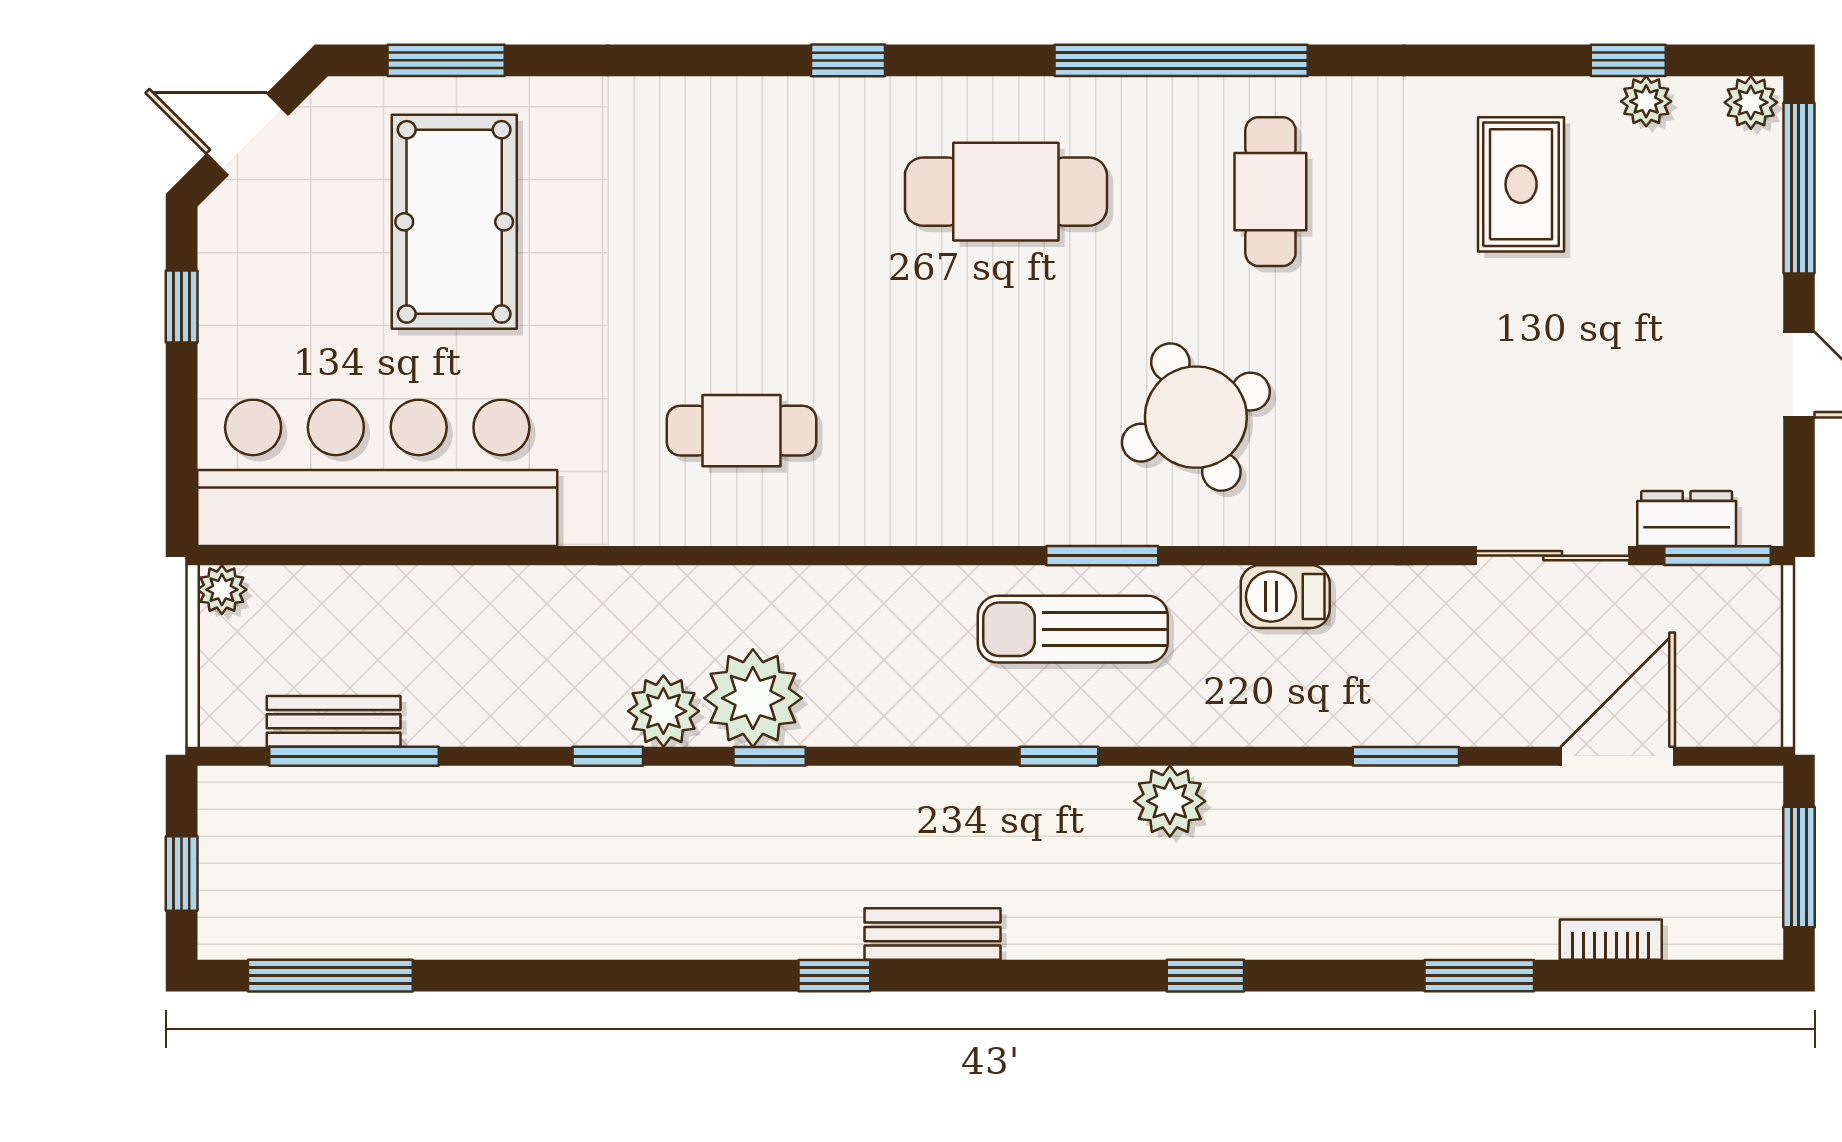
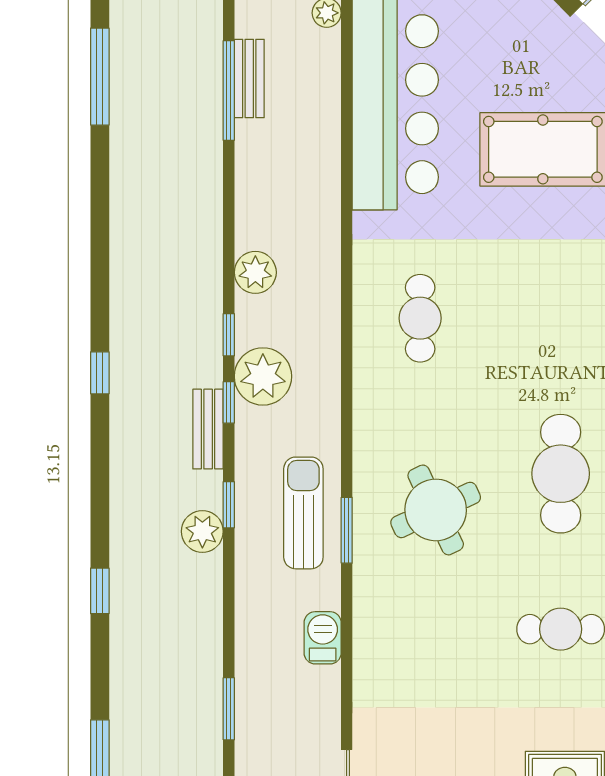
round table: (1196, 417) -> (436, 510), moved
plant: (753, 698) -> (263, 376), moved
window: (608, 756) -> (229, 402), moved
plant: (1170, 801) -> (202, 531), moved
bench: (932, 934) -> (208, 429), moved

